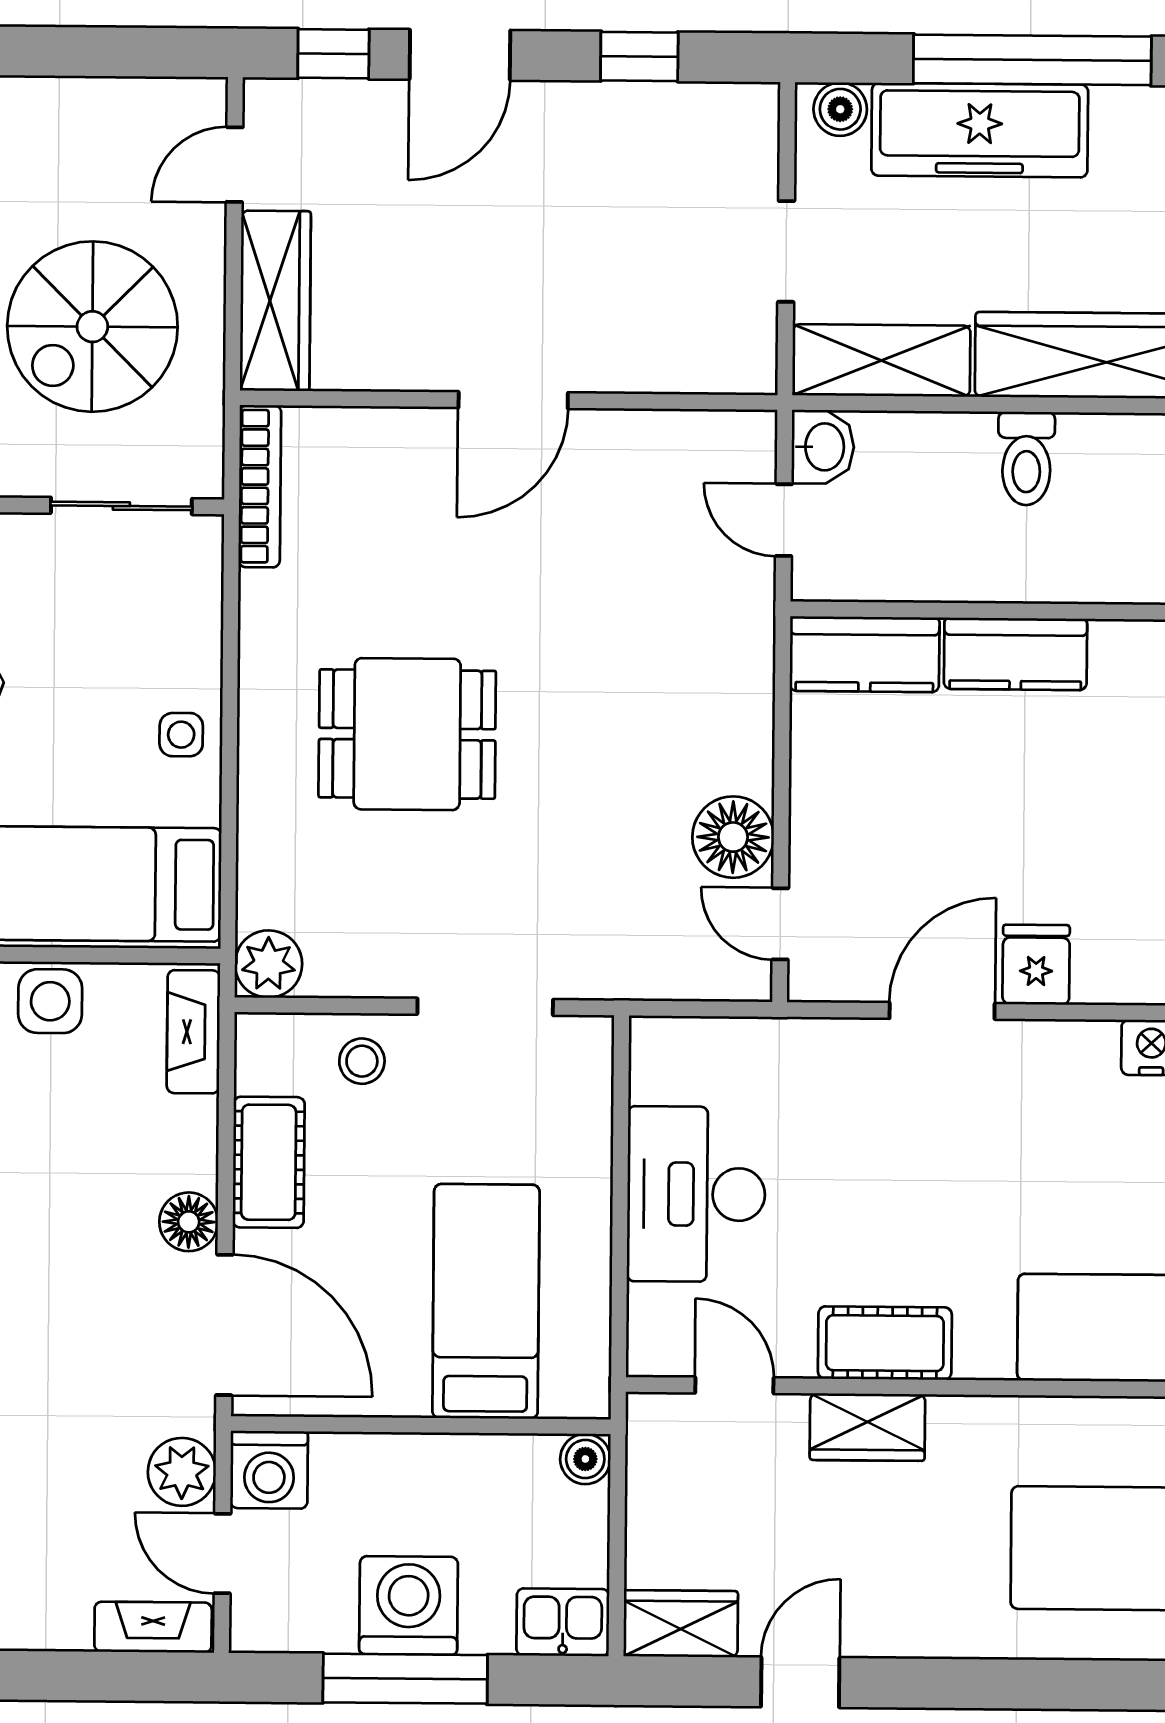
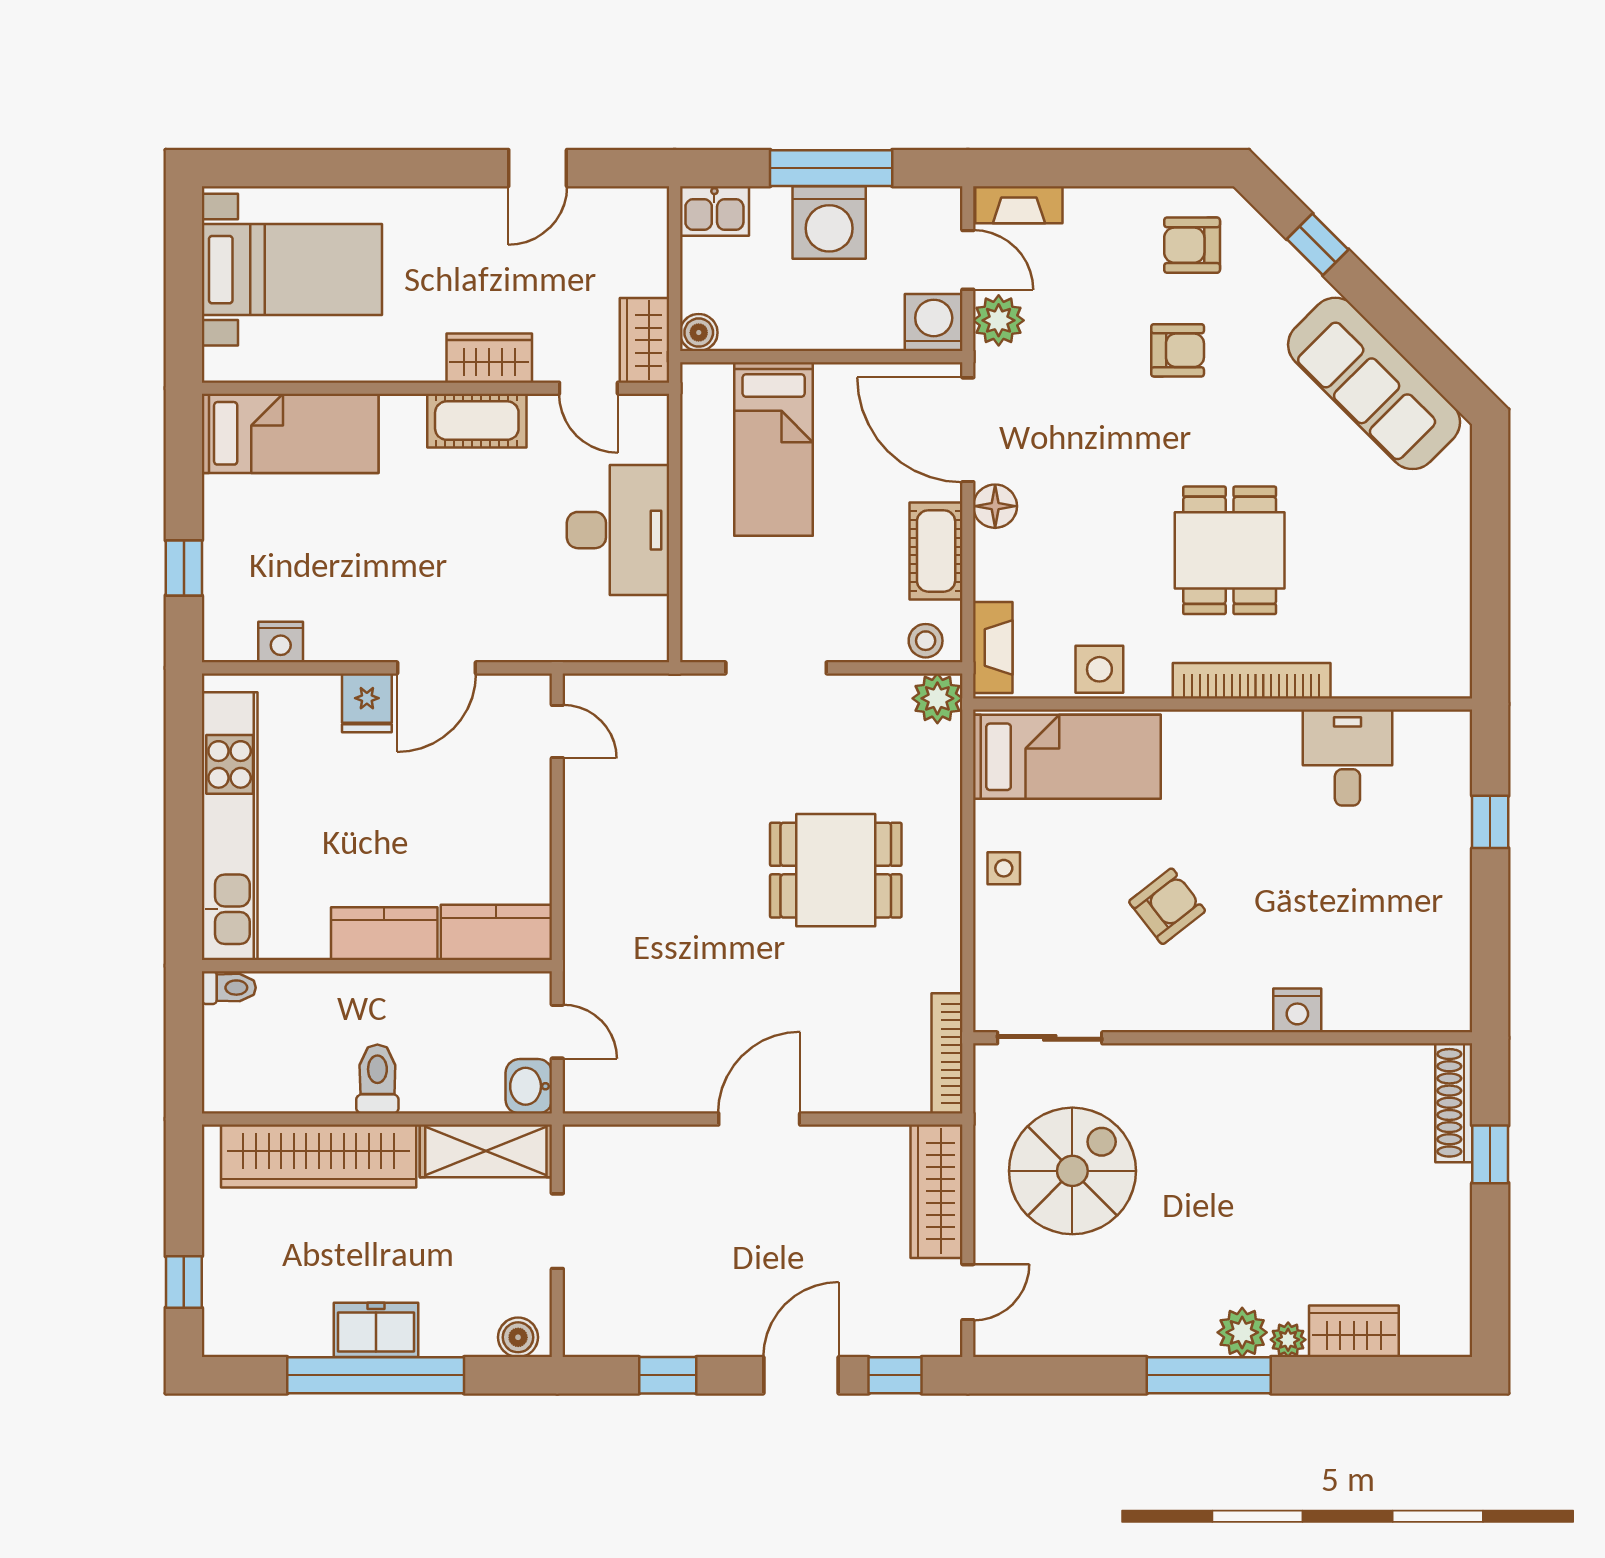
freezer: (980, 130) -> (376, 1330), width x0.52, depth x0.79
floor lamp: (733, 837) -> (593, 796), removed
stool: (362, 1061) -> (926, 641), moved
wardrobe: (681, 1624) -> (645, 340), moved, turned 90

